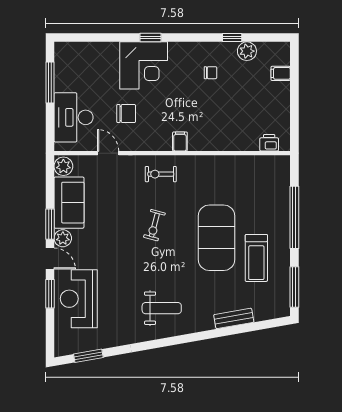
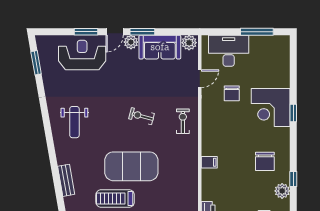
chair: (210, 73) -> (265, 161), width x1.87, depth x1.87
filing cabinet: (180, 141) -> (209, 162), moved

